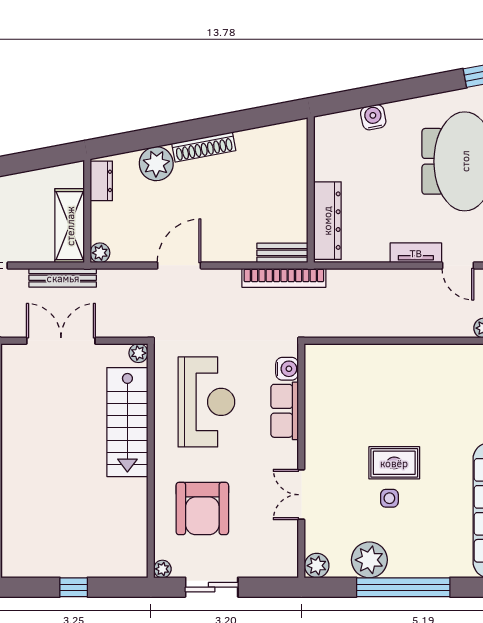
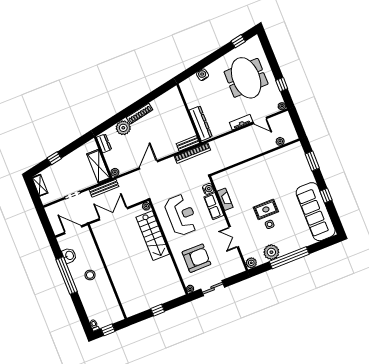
fireplace: (315, 406) -> (225, 199), added
armchair: (202, 508) -> (196, 258), turned -90

